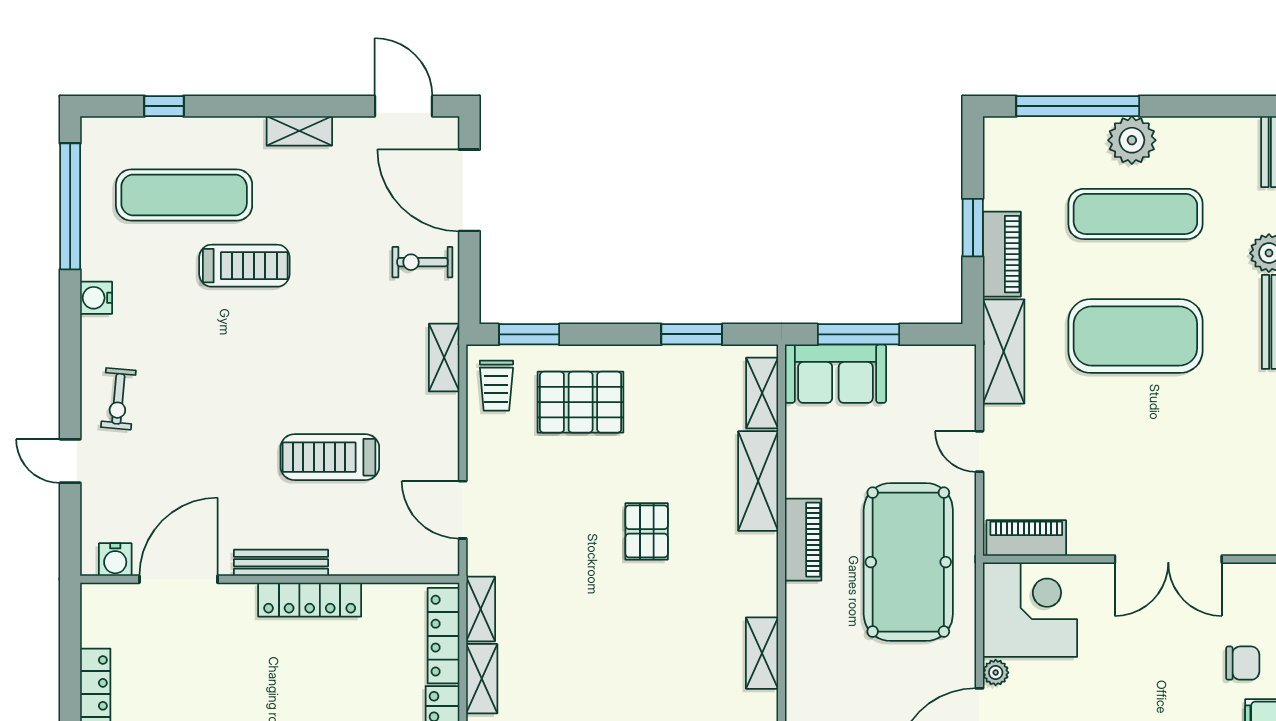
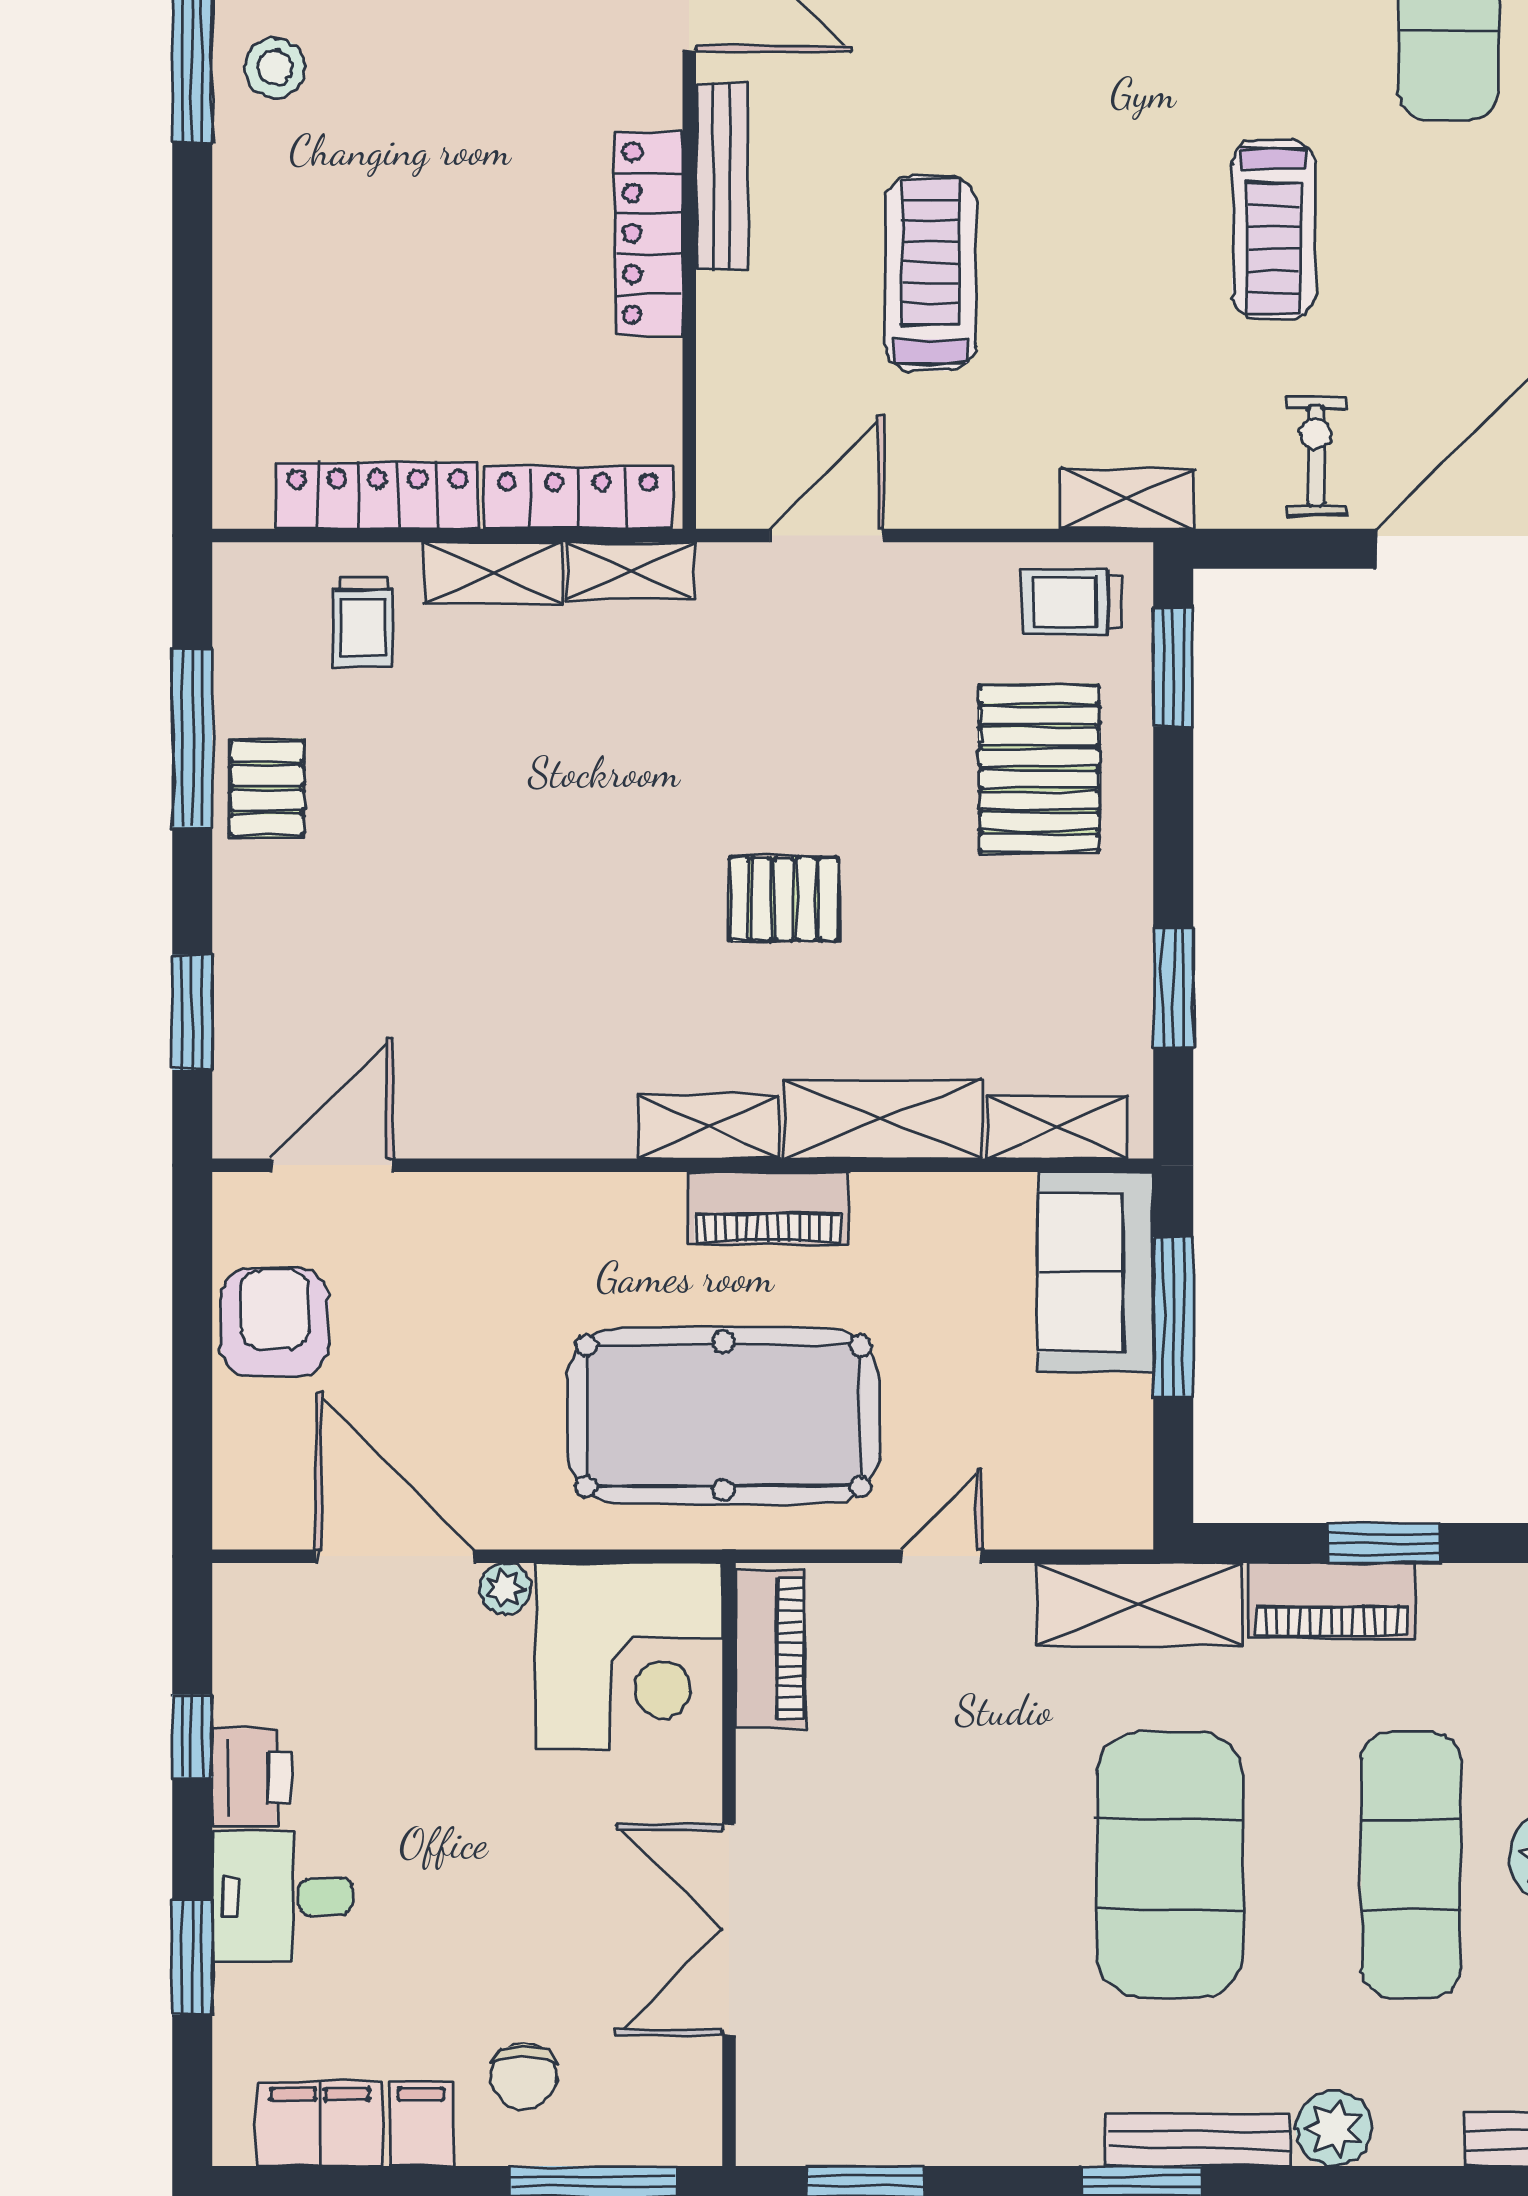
treadmill: (244, 266) -> (1274, 229), moved
shelving: (762, 653) -> (709, 1127), moved

